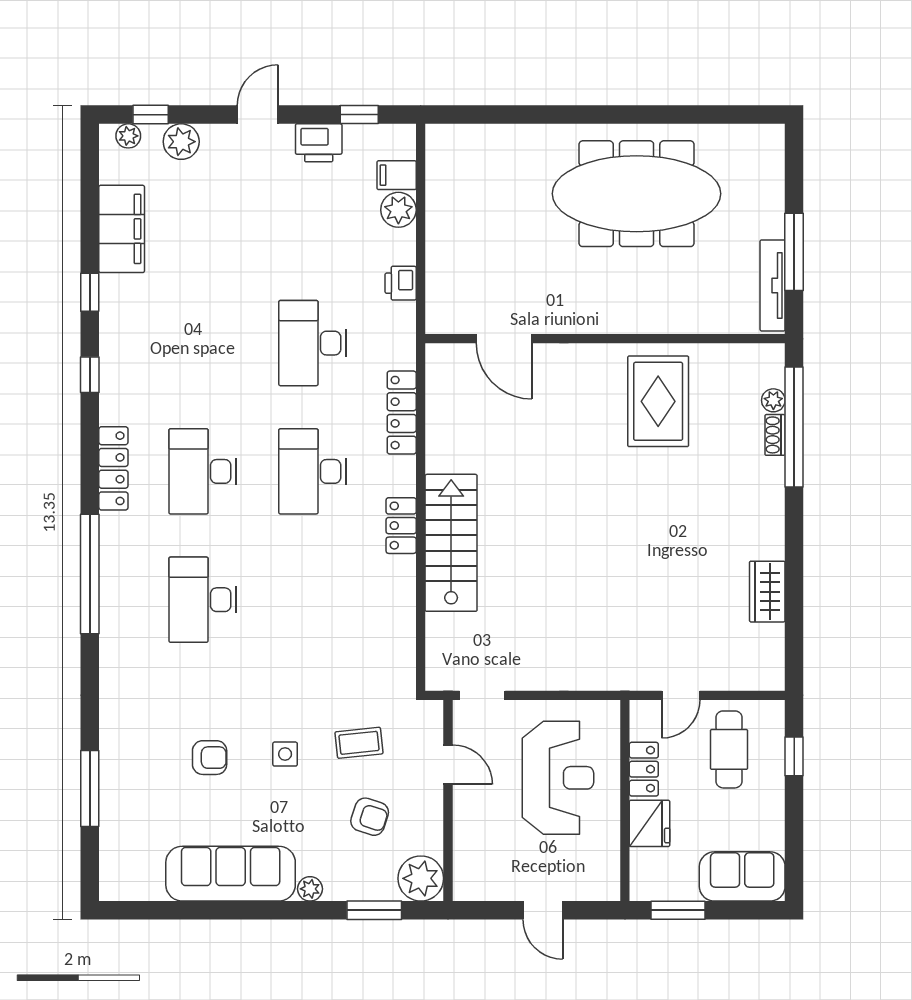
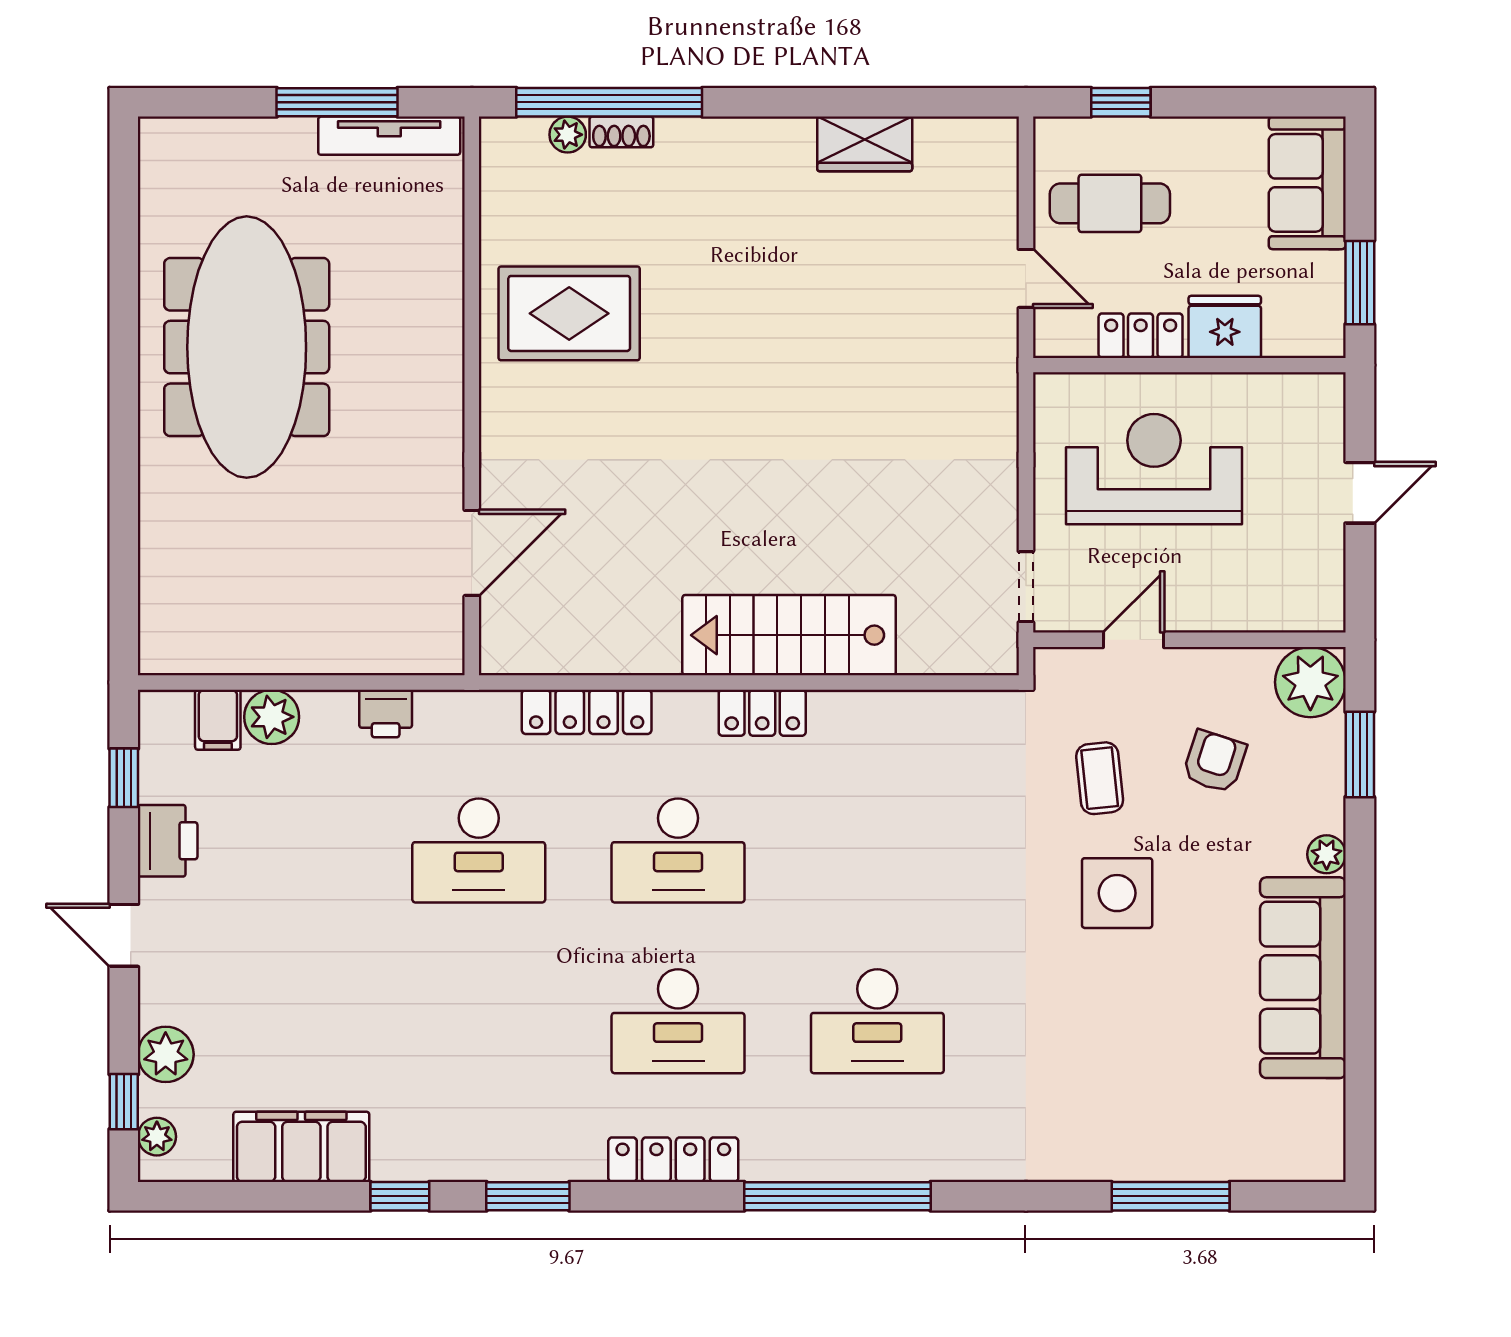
window: (90, 375) -> (528, 1196), width x1.50
side table: (285, 754) -> (1117, 893), width x1.87, depth x1.87
armchair: (210, 758) -> (1123, 1010), removed

